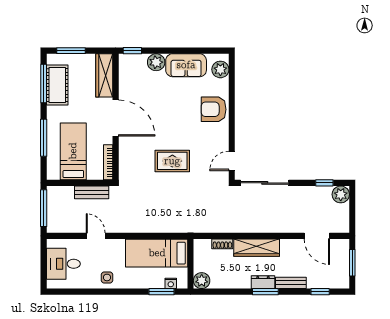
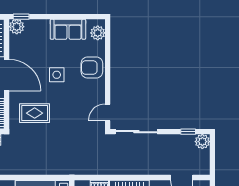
plant: (156, 62) -> (17, 27), moved
side table: (173, 118) -> (57, 75), added
rug: (172, 161) -> (35, 113), moved

